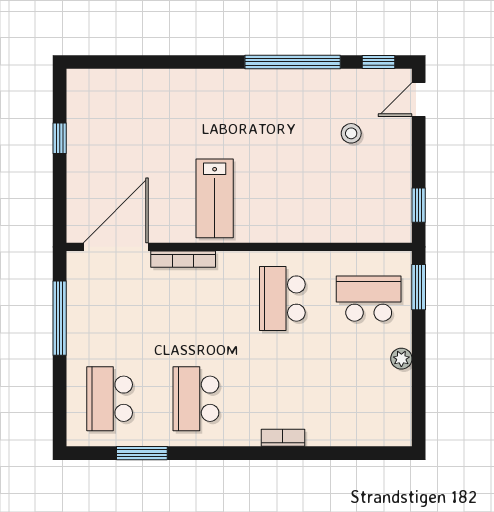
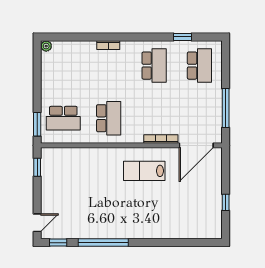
stool: (351, 133) -> (72, 205), removed
lab bench: (215, 198) -> (144, 171), turned -90
plant: (401, 359) -> (46, 46), moved
window: (142, 453) -> (182, 37), width x0.67

